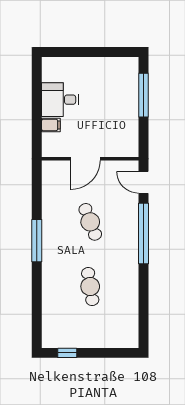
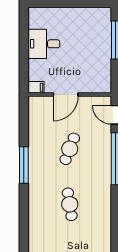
filing cabinet: (51, 125) -> (36, 87), moved
cafe table: (90, 222) -> (70, 149), turned 42

